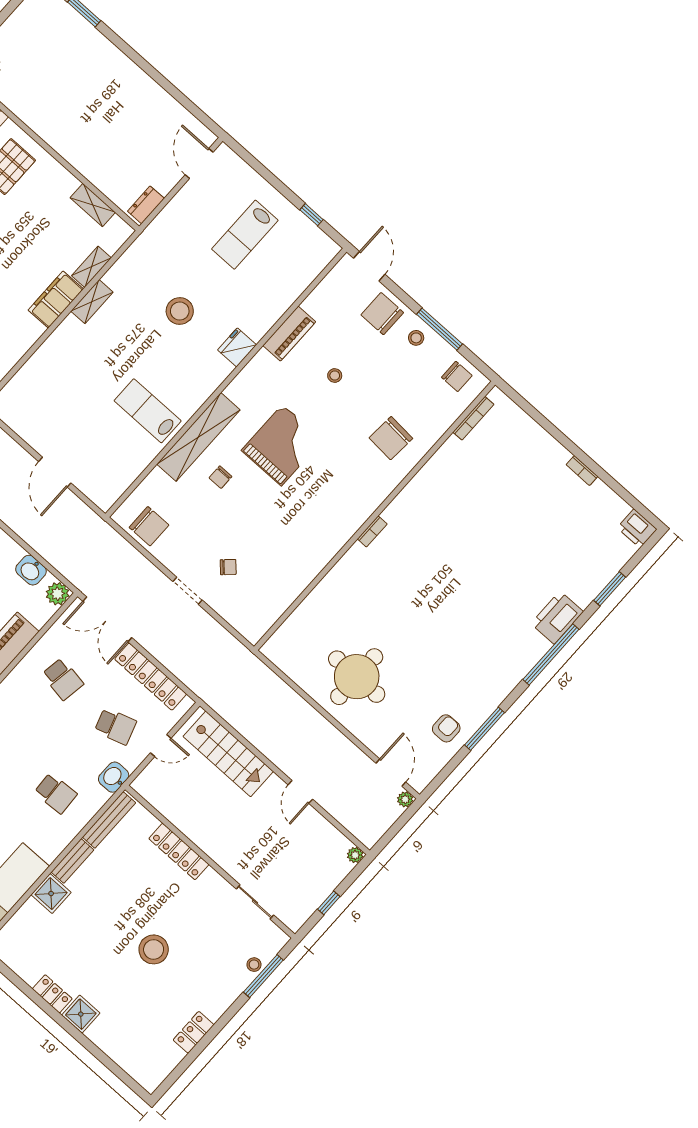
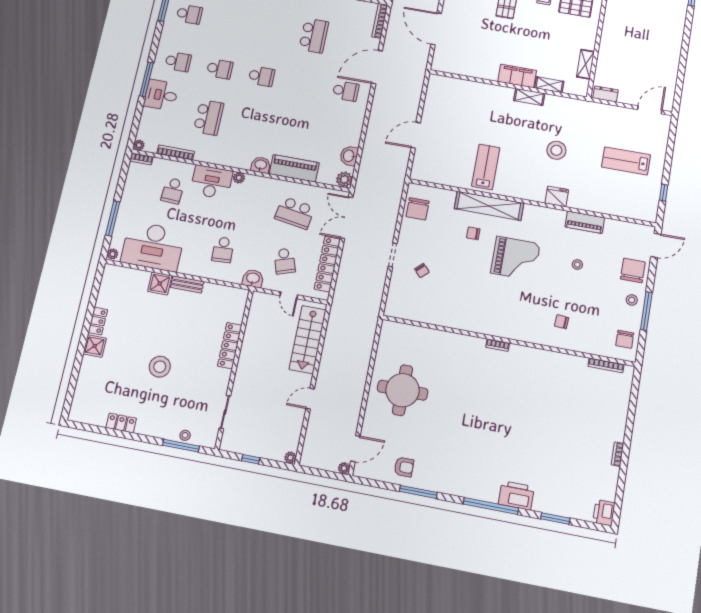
chair: (391, 438) -> (562, 322), width x0.54, depth x0.54
school desk: (63, 679) -> (295, 213), width x1.85
bench: (109, 820) -> (225, 291), removed

